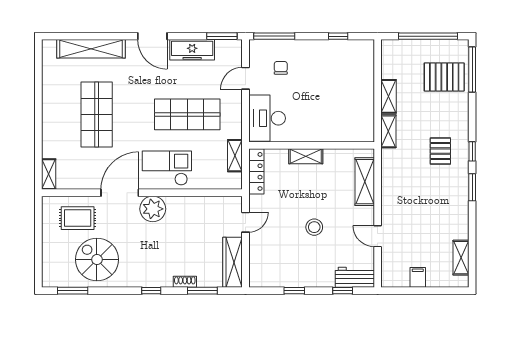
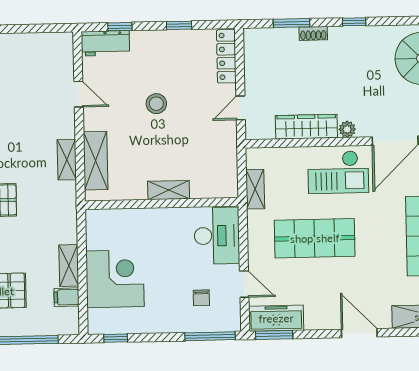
window: (338, 36) -> (116, 338), moved
freezer: (192, 50) -> (276, 318), moved
door: (246, 78) -> (244, 284), hinge flipped
corner desk: (351, 85) -> (115, 279), added
shelving: (388, 131) -> (67, 160), moved
locker: (256, 171) -> (226, 56), moved
plant: (153, 209) -> (347, 129), width x0.53, depth x0.53
wardrobe: (233, 262) -> (306, 127), moved, turned -90
filing cabinet: (418, 277) -> (67, 297), moved, turned 90

